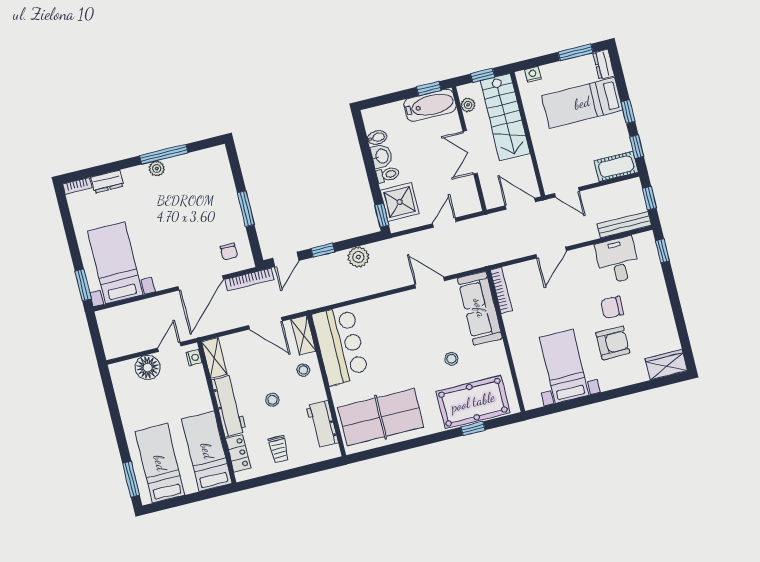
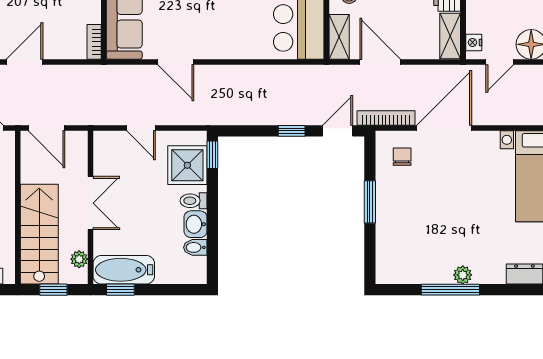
door: (444, 223) -> (141, 128), hinge flipped
plant: (358, 257) -> (252, 113), removed
bookcase: (501, 290) -> (94, 42), width x0.64

